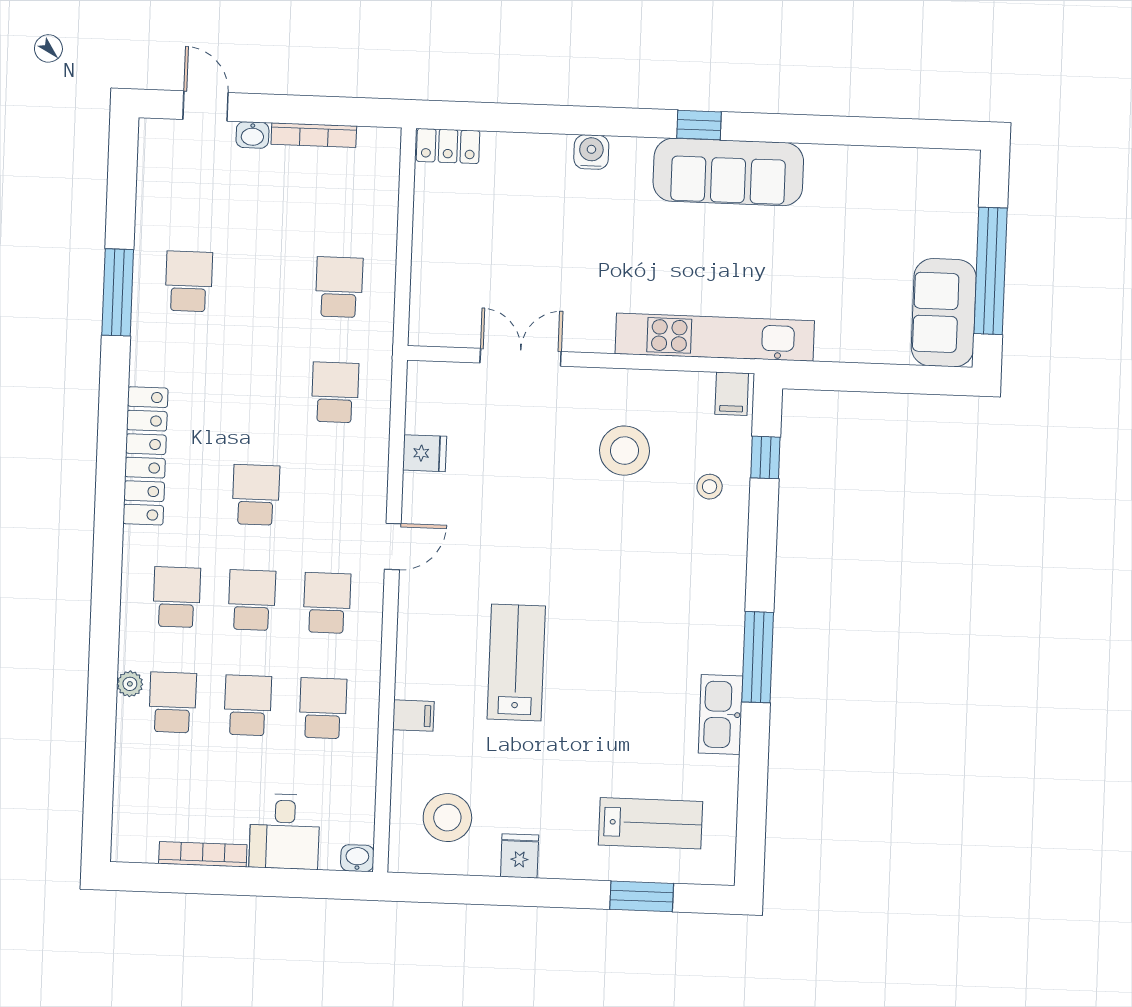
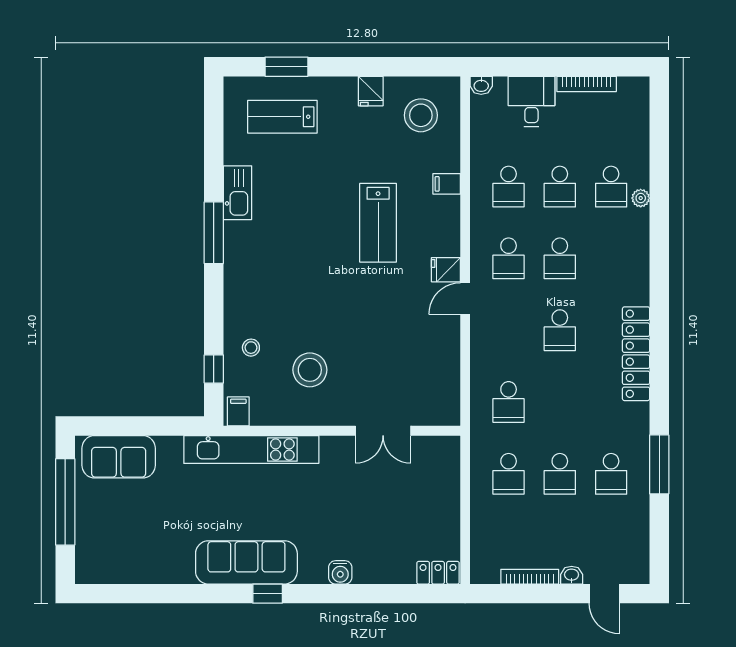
sofa: (944, 313) -> (119, 457), moved, turned 90
fridge: (425, 453) -> (446, 270), moved
school desk: (177, 597) -> (560, 474), moved

